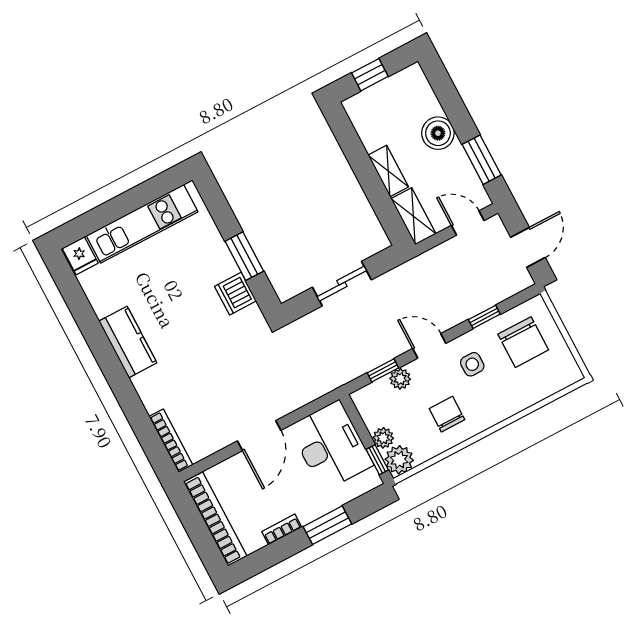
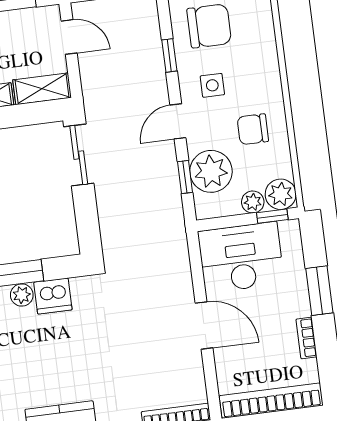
door: (468, 223) -> (69, 37), swing flipped
plant: (226, 266) -> (22, 295), added
sliding door: (342, 284) -> (79, 155), moved
plant: (400, 379) -> (211, 171), width x1.88, depth x1.88

